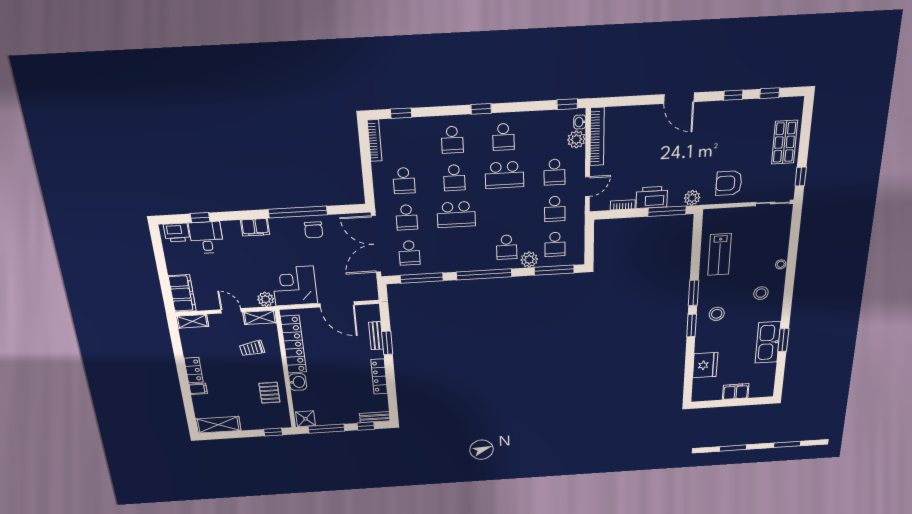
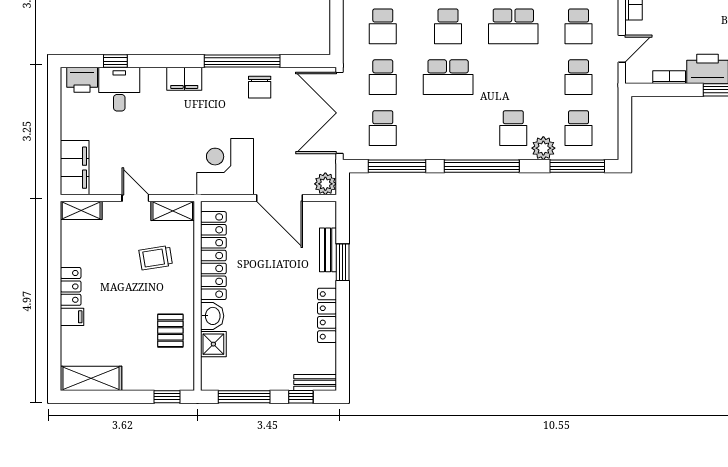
plant: (266, 299) -> (325, 184), moved
shower: (306, 419) -> (213, 344), moved

